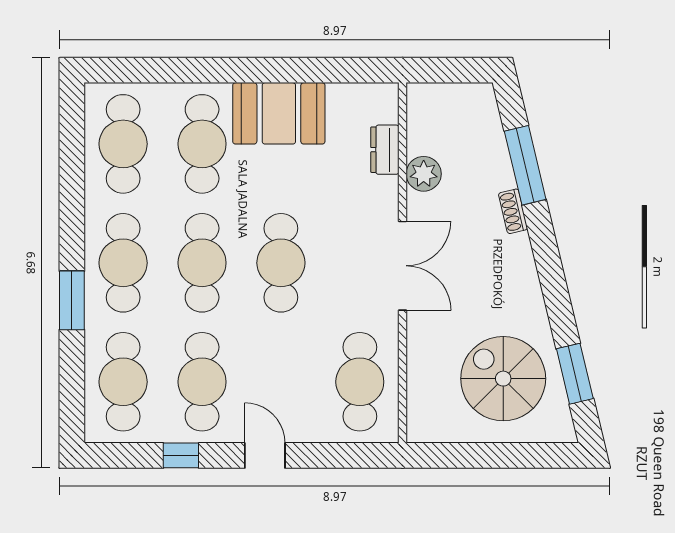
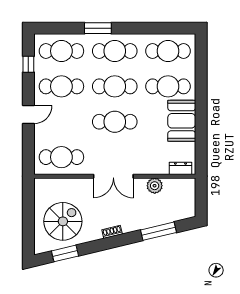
dresser: (385, 150) -> (180, 168), moved
shoe rack: (513, 211) -> (112, 232), moved
window: (181, 455) -> (28, 64), moved

